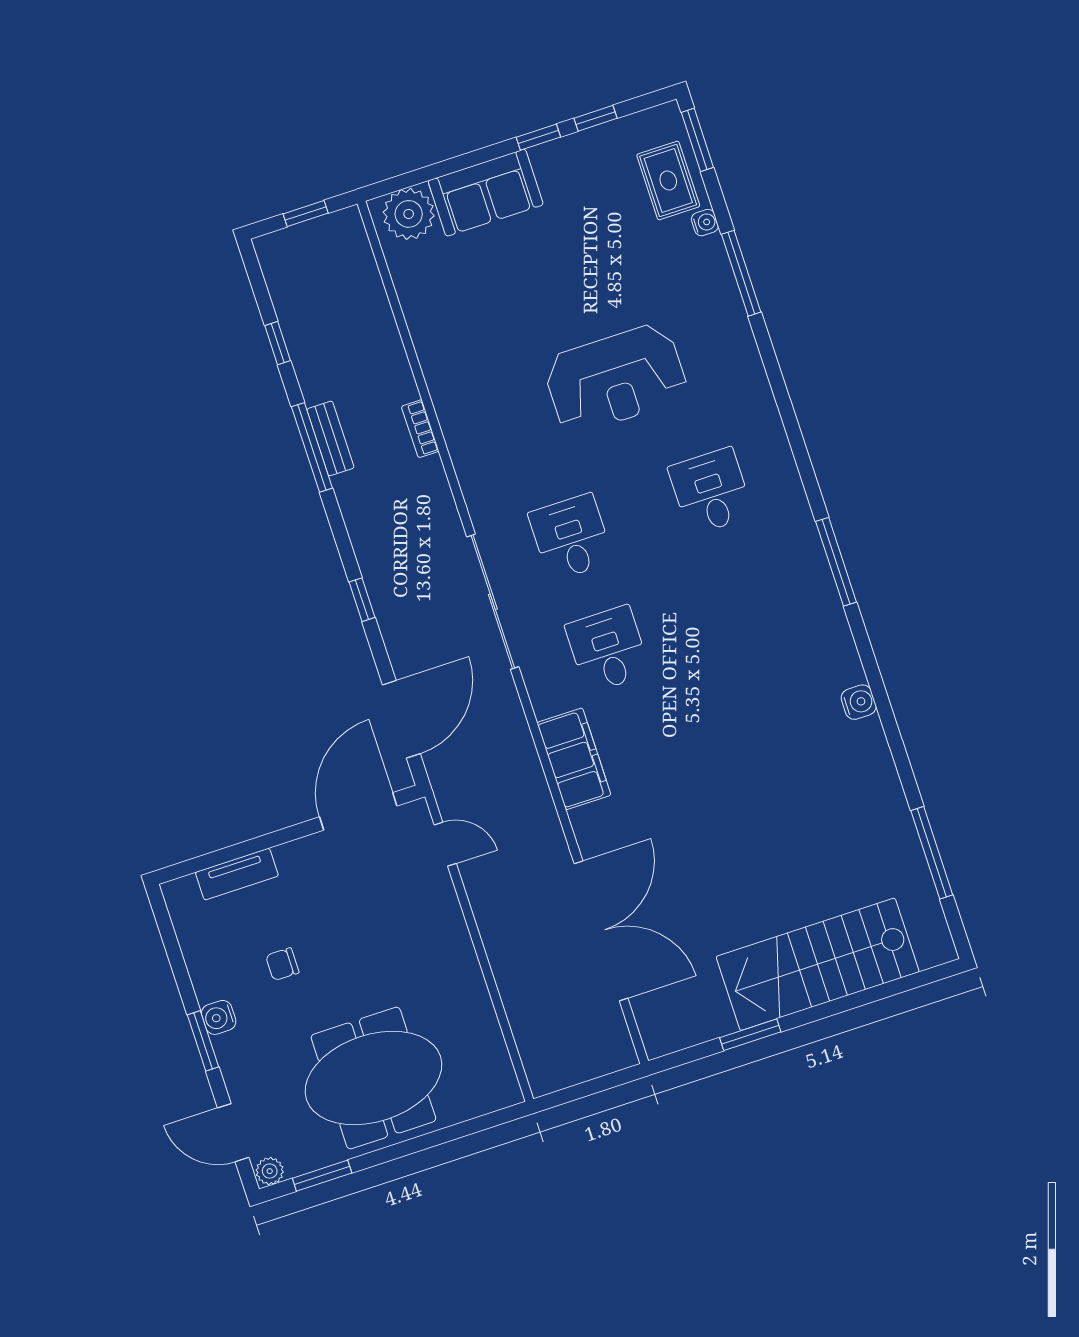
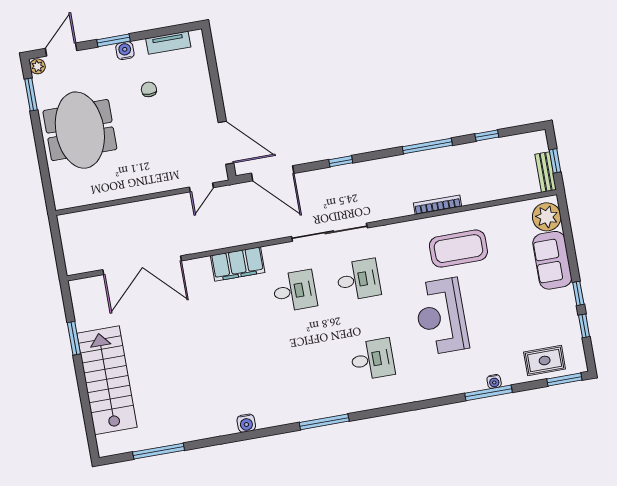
water cooler: (705, 223) -> (494, 381), moved
coffee table: (489, 365) -> (458, 249), added
bookcase: (420, 429) -> (437, 205), width x1.56
bench: (330, 438) -> (546, 172), moved, turned 90
tv unit: (237, 874) -> (168, 43), moved, turned -90

